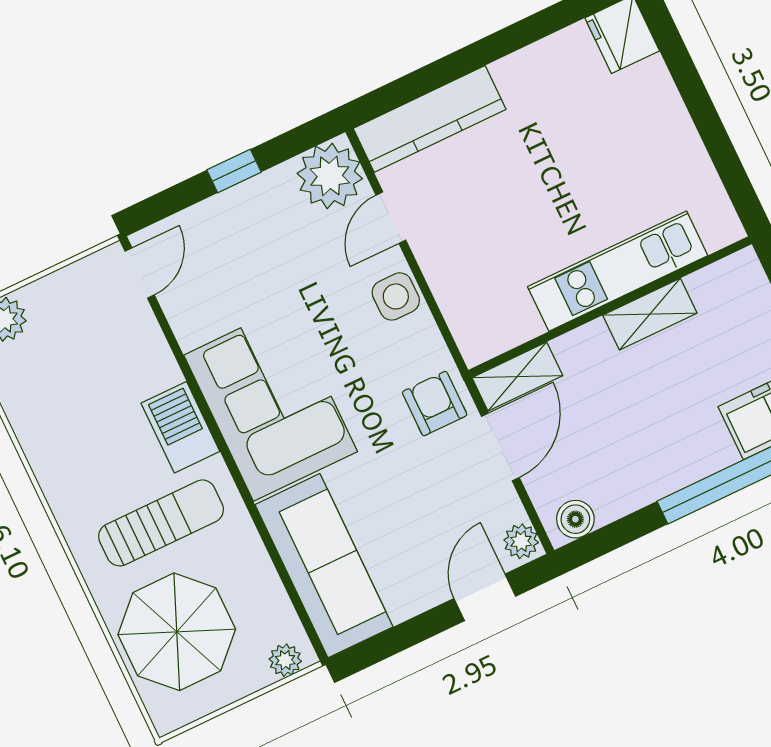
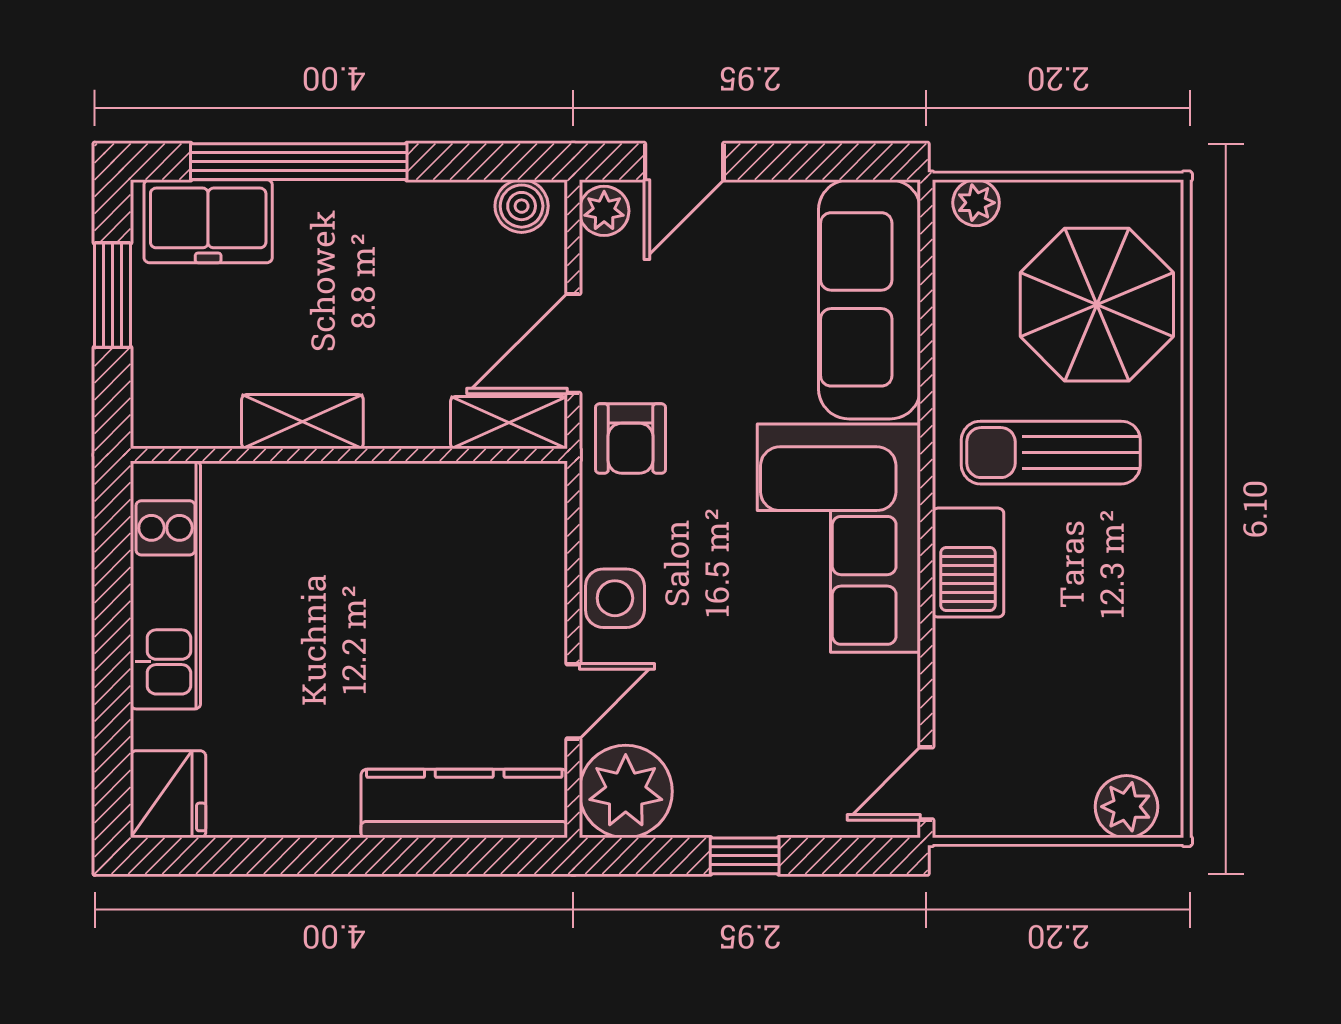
kitchen unit: (618, 271) -> (165, 585), moved, turned -90

